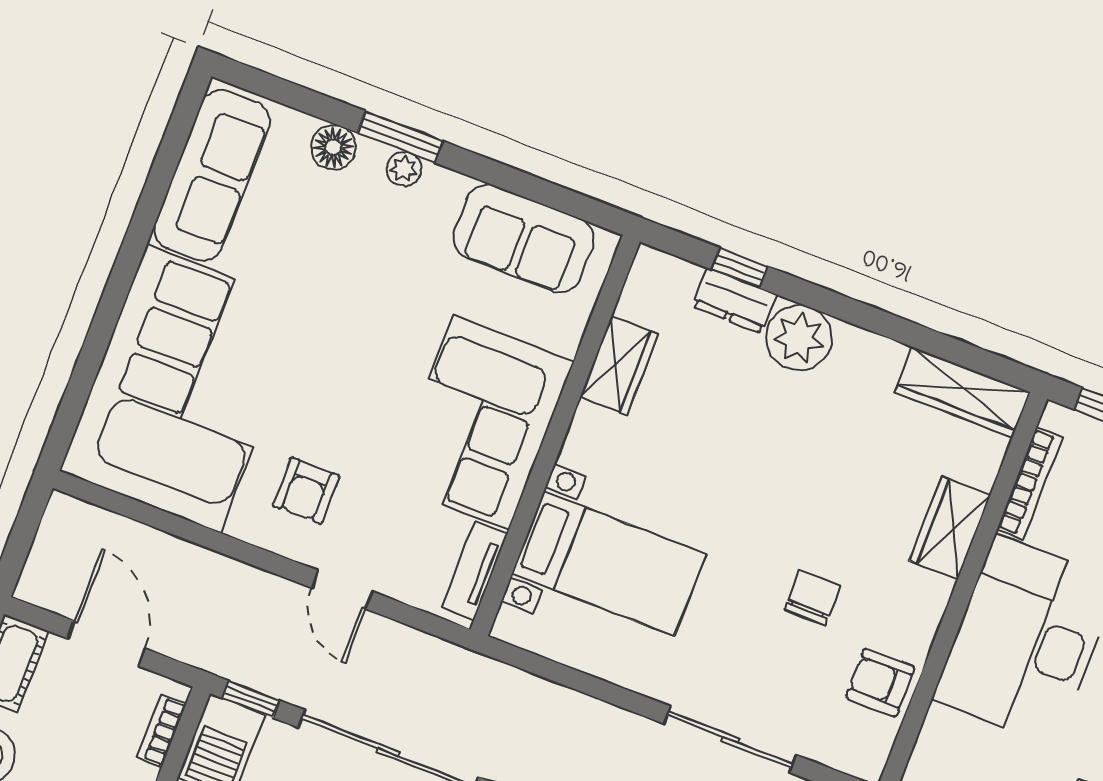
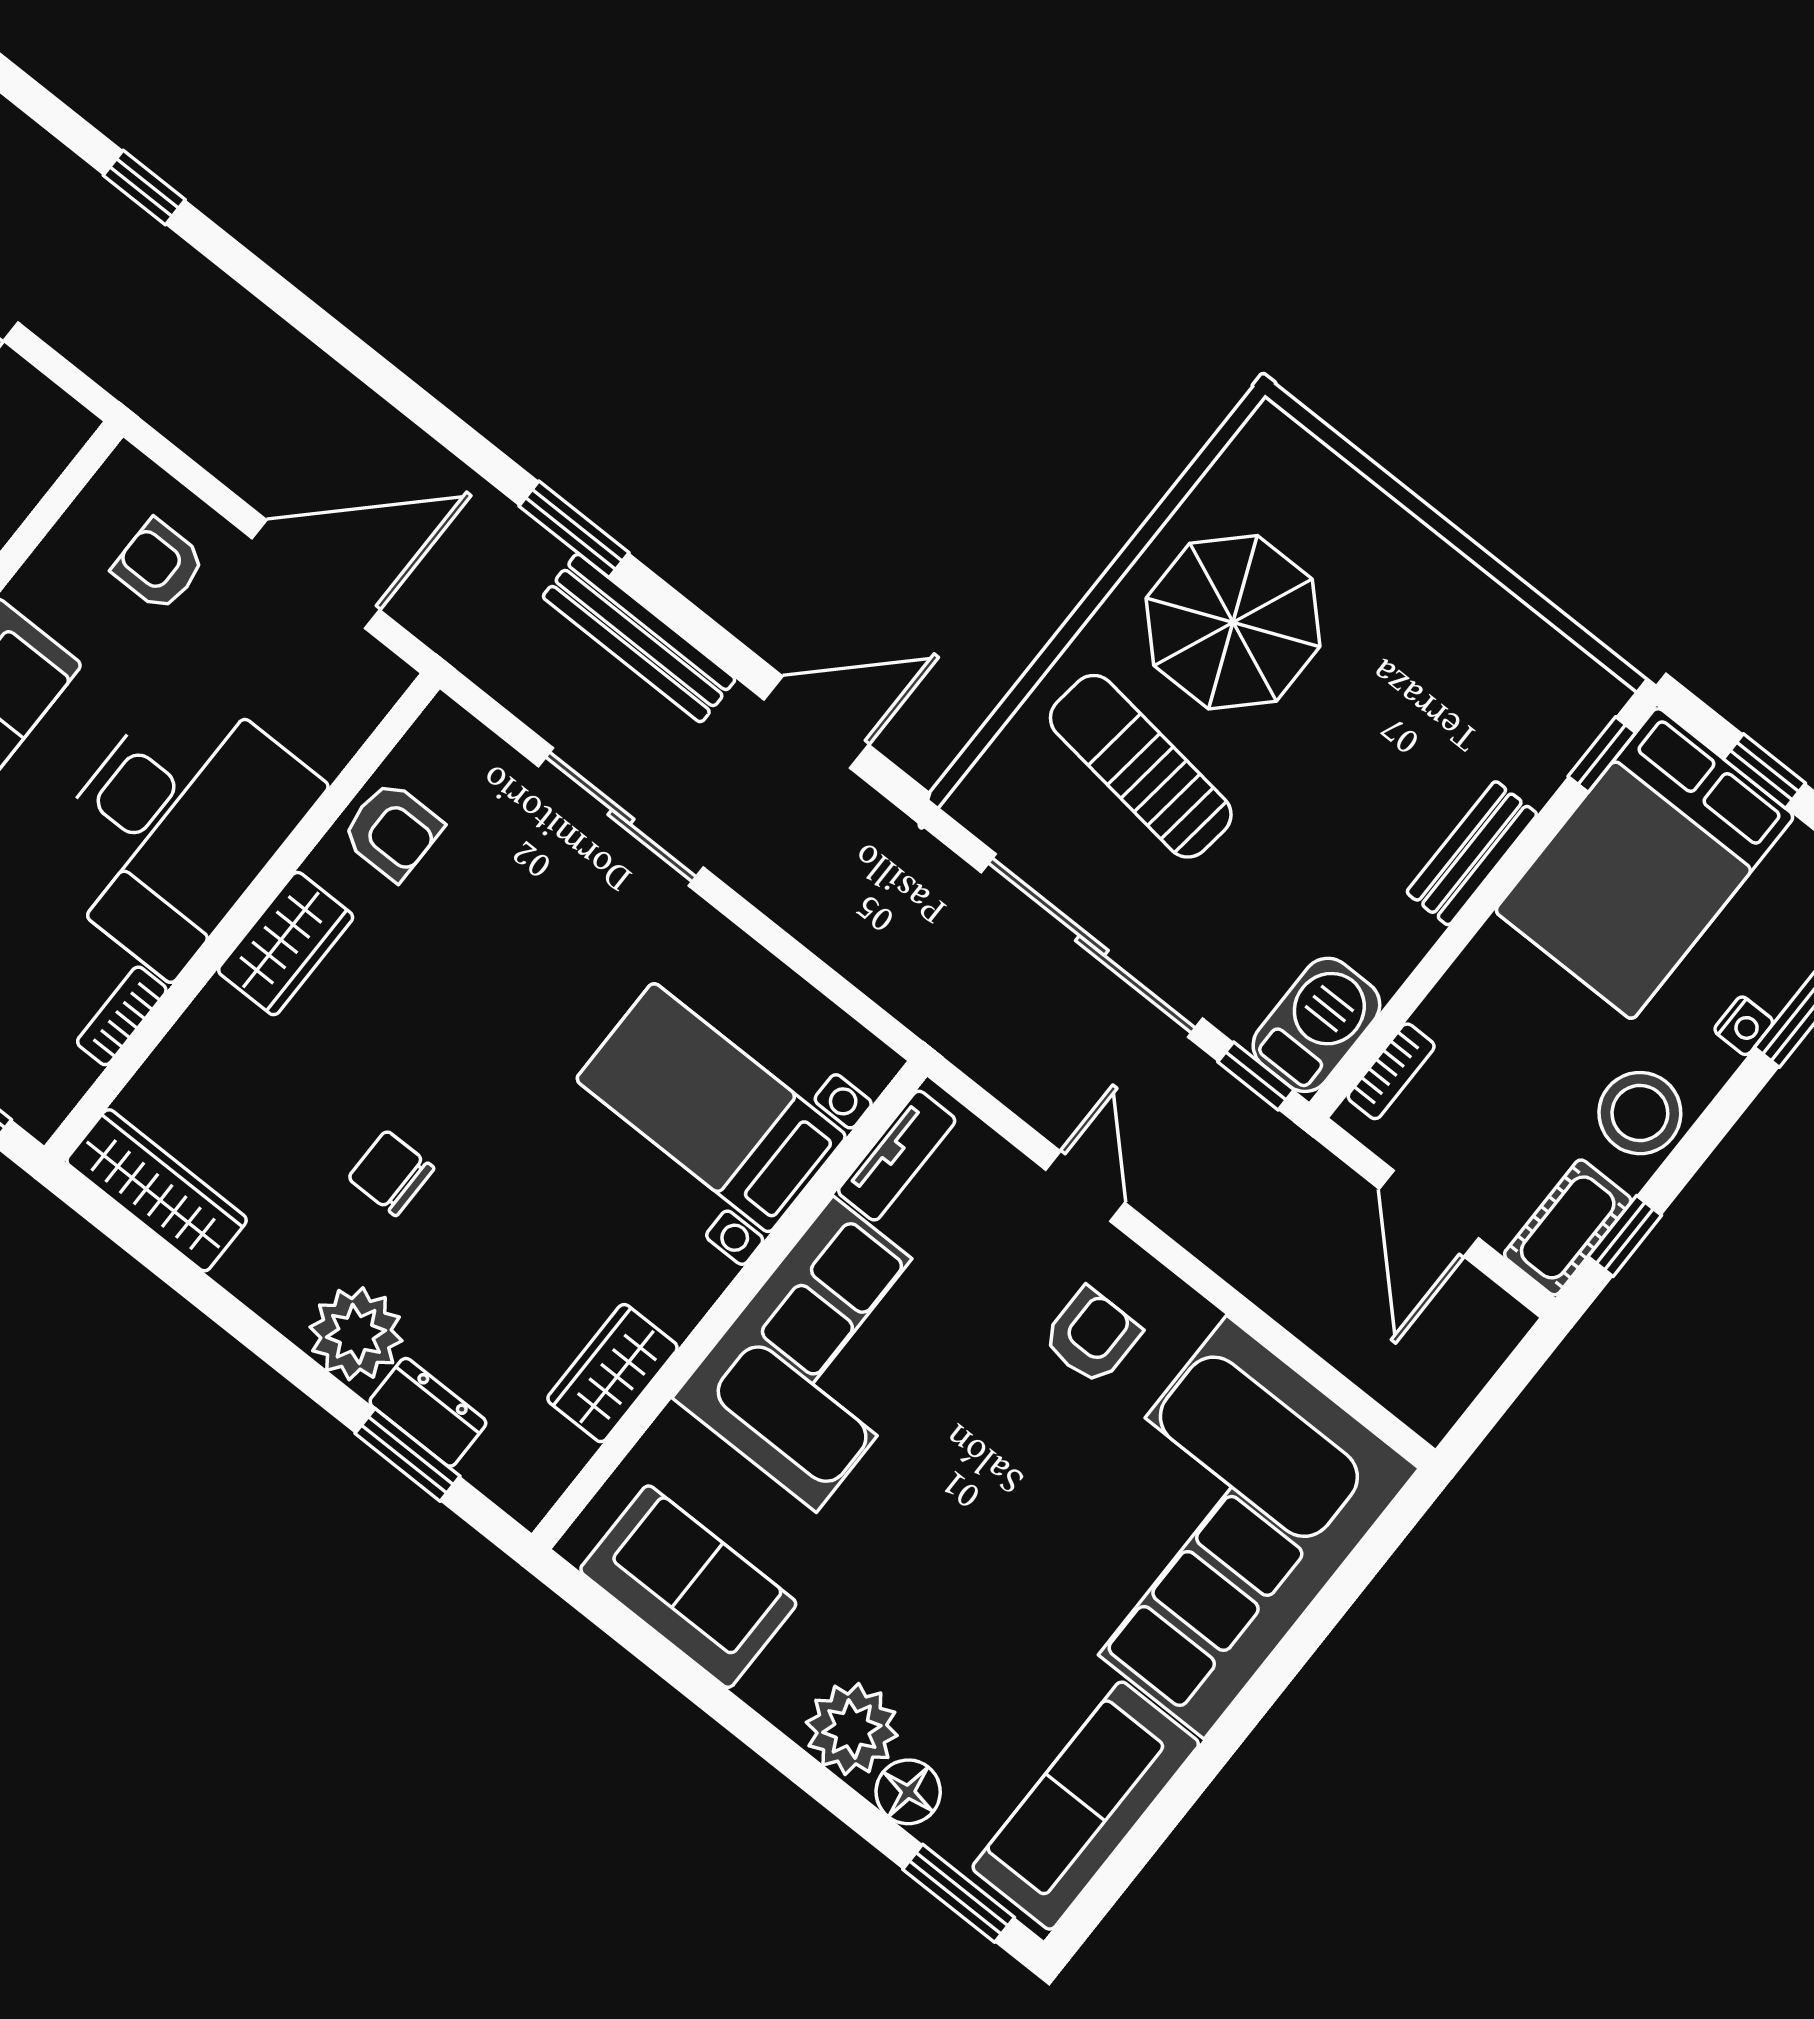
window: (400, 137) -> (959, 1893), moved
plant: (404, 169) -> (852, 1729), width x1.88, depth x1.88
window: (739, 268) -> (407, 1455), width x1.50
bookcase: (1030, 483) -> (122, 1016), width x0.64
wardrobe: (950, 528) -> (286, 944), moved
chair: (812, 597) -> (391, 1173), moved, turned 90

